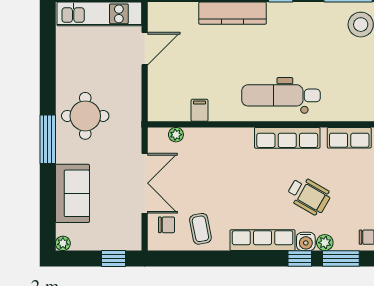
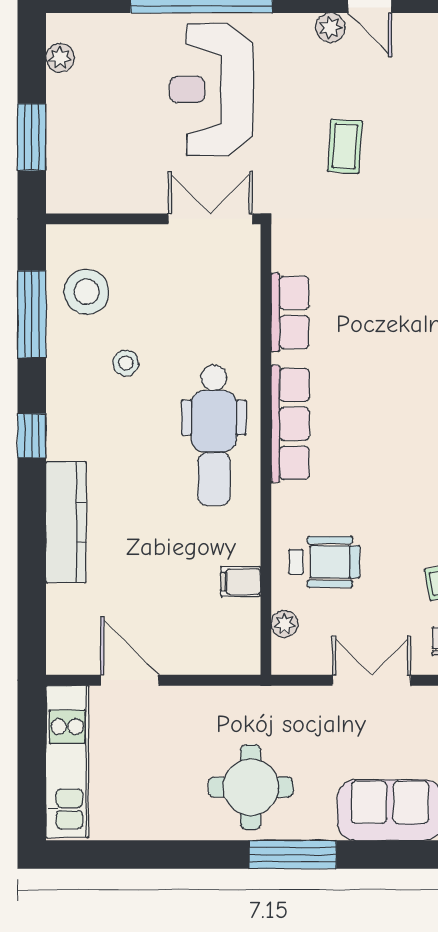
stool: (321, 46) -> (126, 363), added
double door: (145, 183) -> (372, 680), width x0.73
wheelchair: (309, 196) -> (324, 562), moved, turned 60

